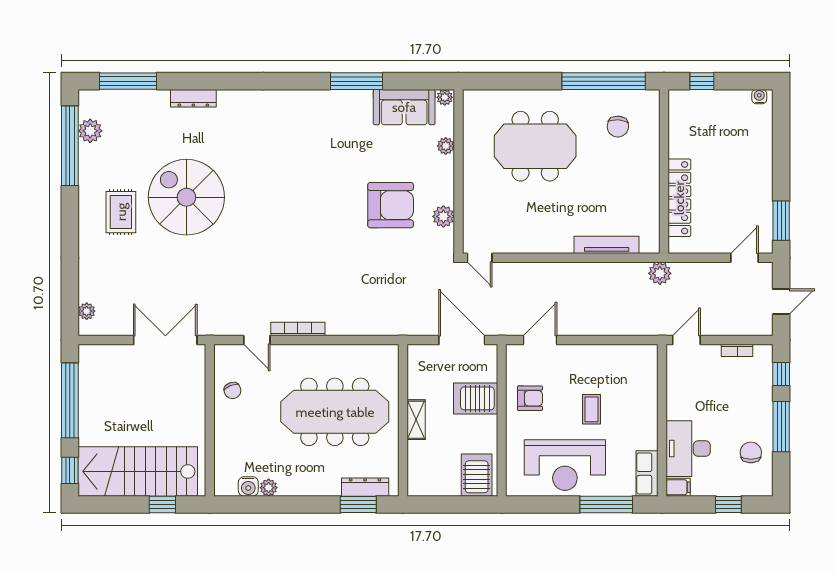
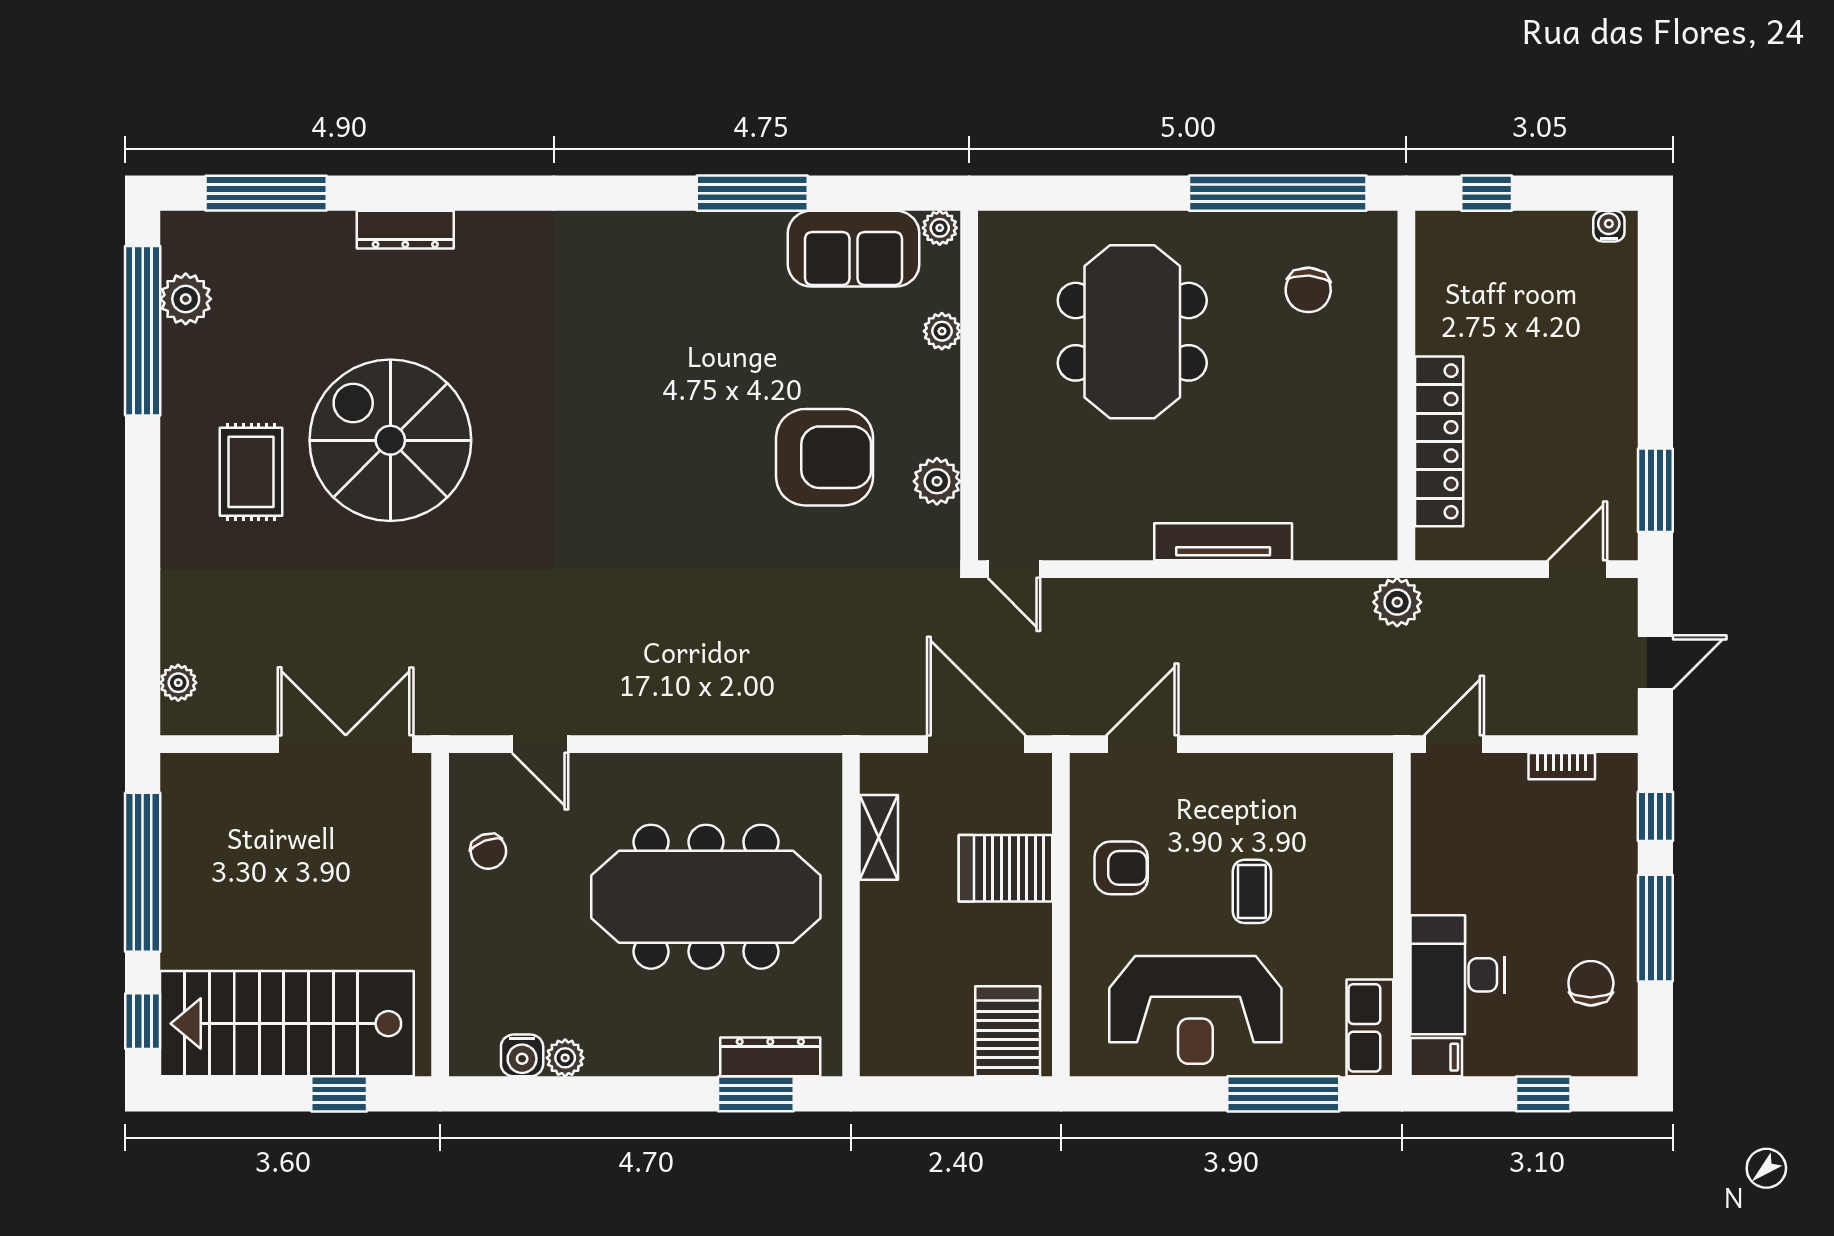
meeting table: (535, 146) -> (1132, 332), turned 90
tv unit: (607, 245) -> (1223, 542), moved
bookcase: (298, 329) -> (628, 721), removed
shelving: (416, 420) -> (879, 837), moved

